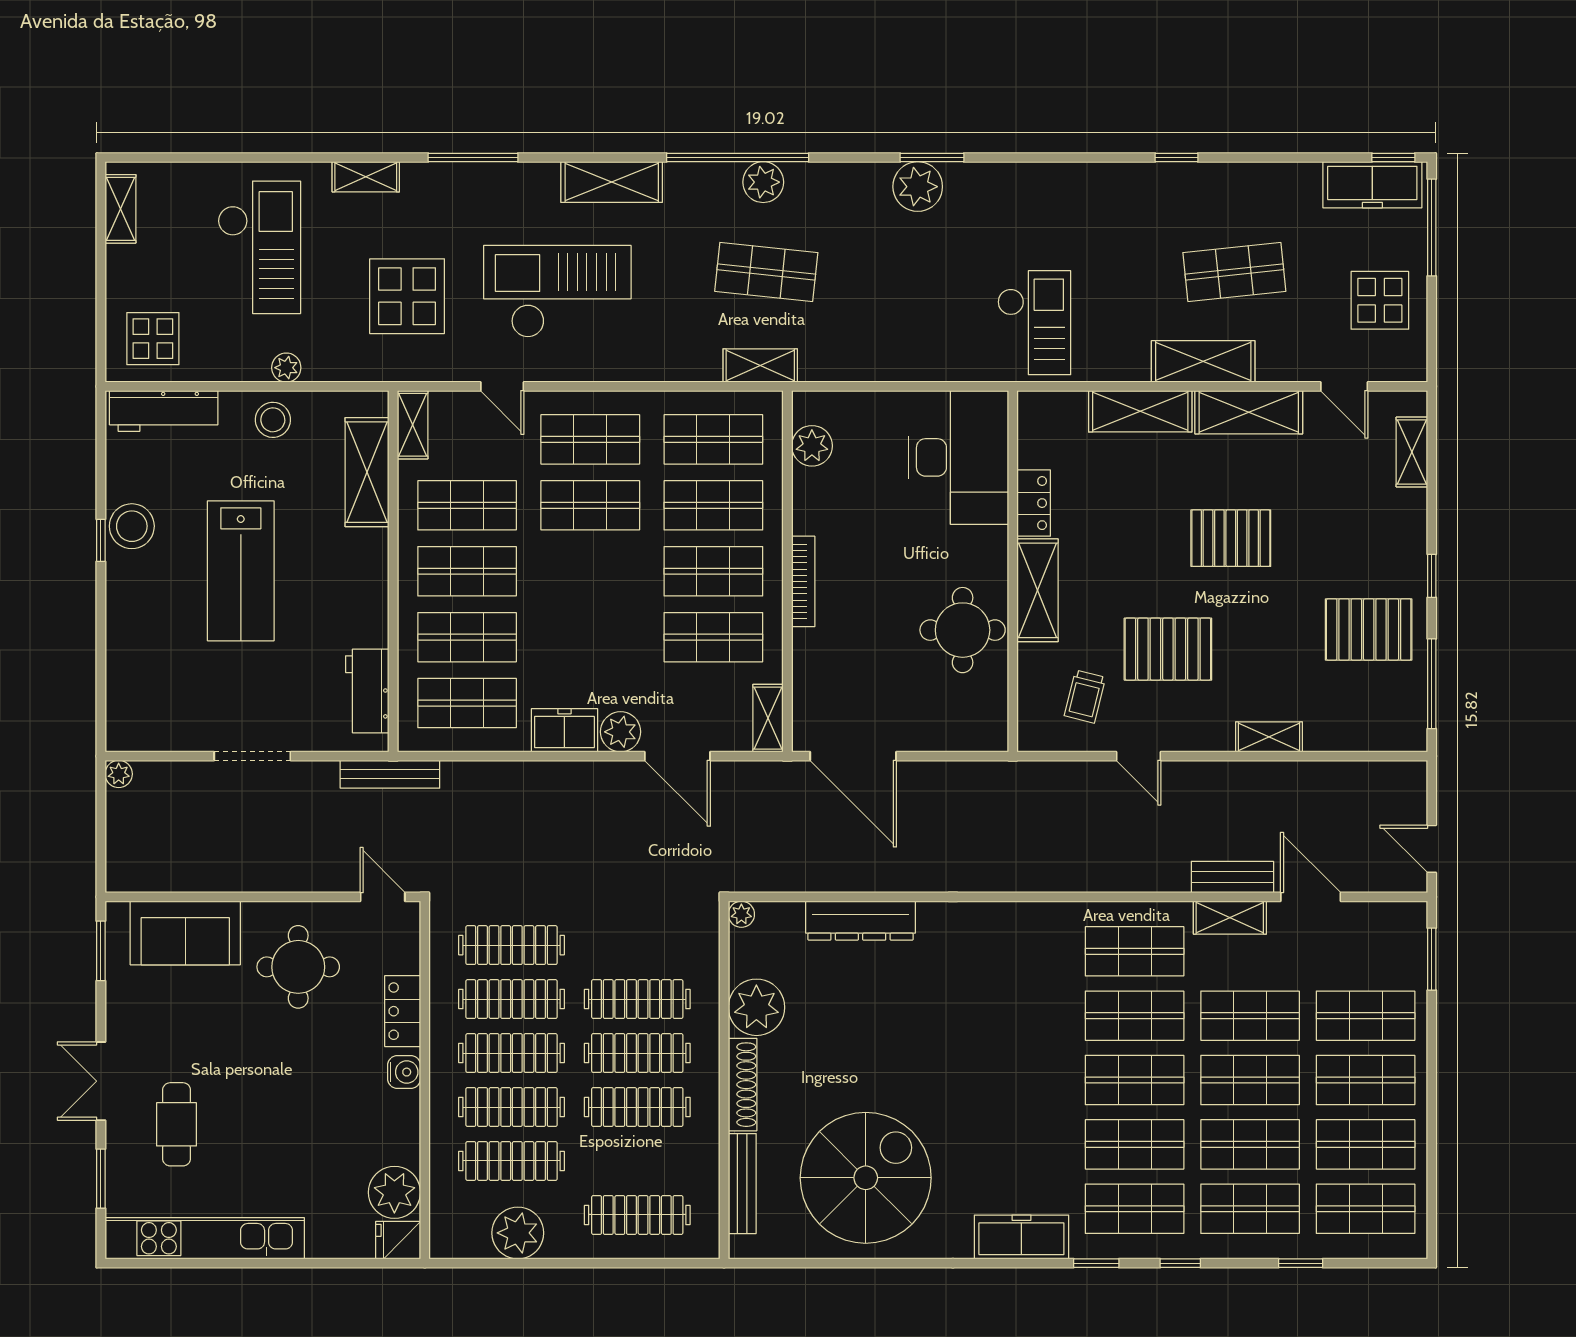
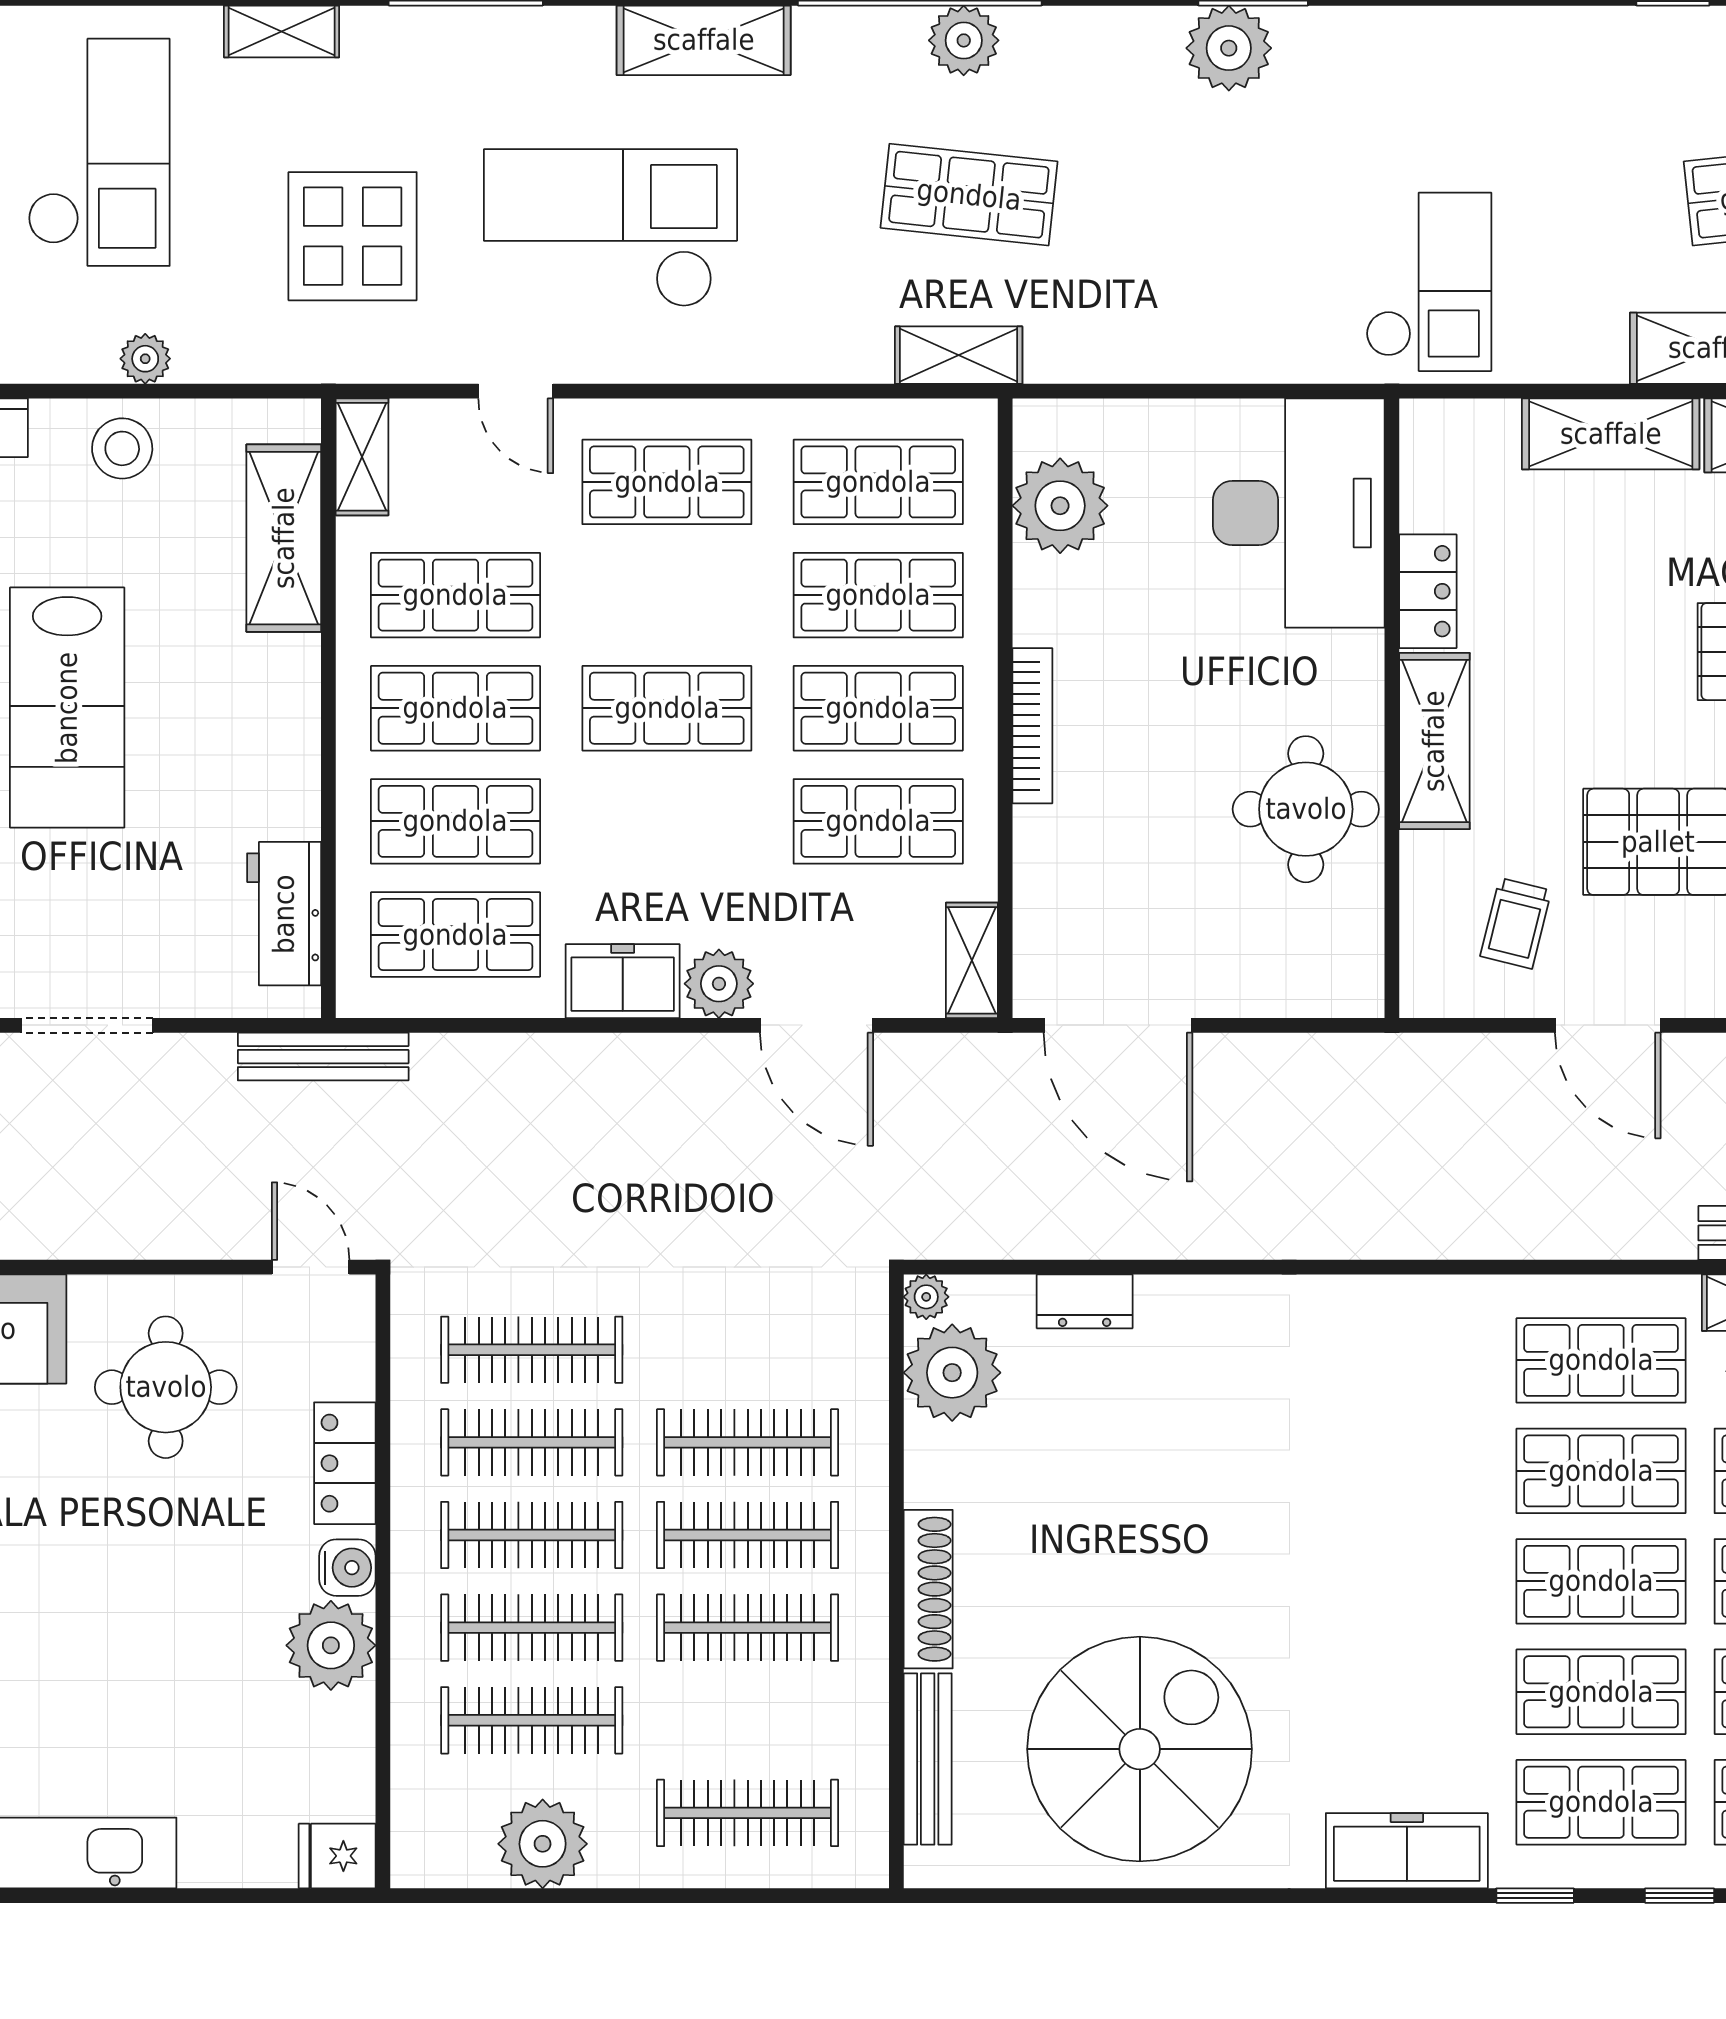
plant: (812, 446) -> (1060, 506), width x1.36, depth x1.36
shop shelf: (590, 505) -> (667, 708), moved
door: (1139, 756) -> (1608, 1025), width x1.38
dresser: (861, 921) -> (1085, 1301), width x0.51, depth x0.80
plant: (756, 1007) -> (952, 1373), moved
plant: (394, 1192) -> (331, 1645), moved

